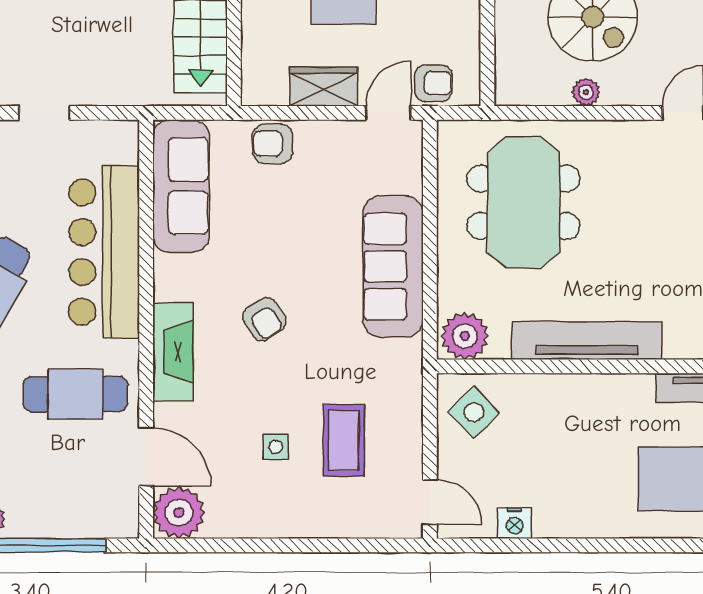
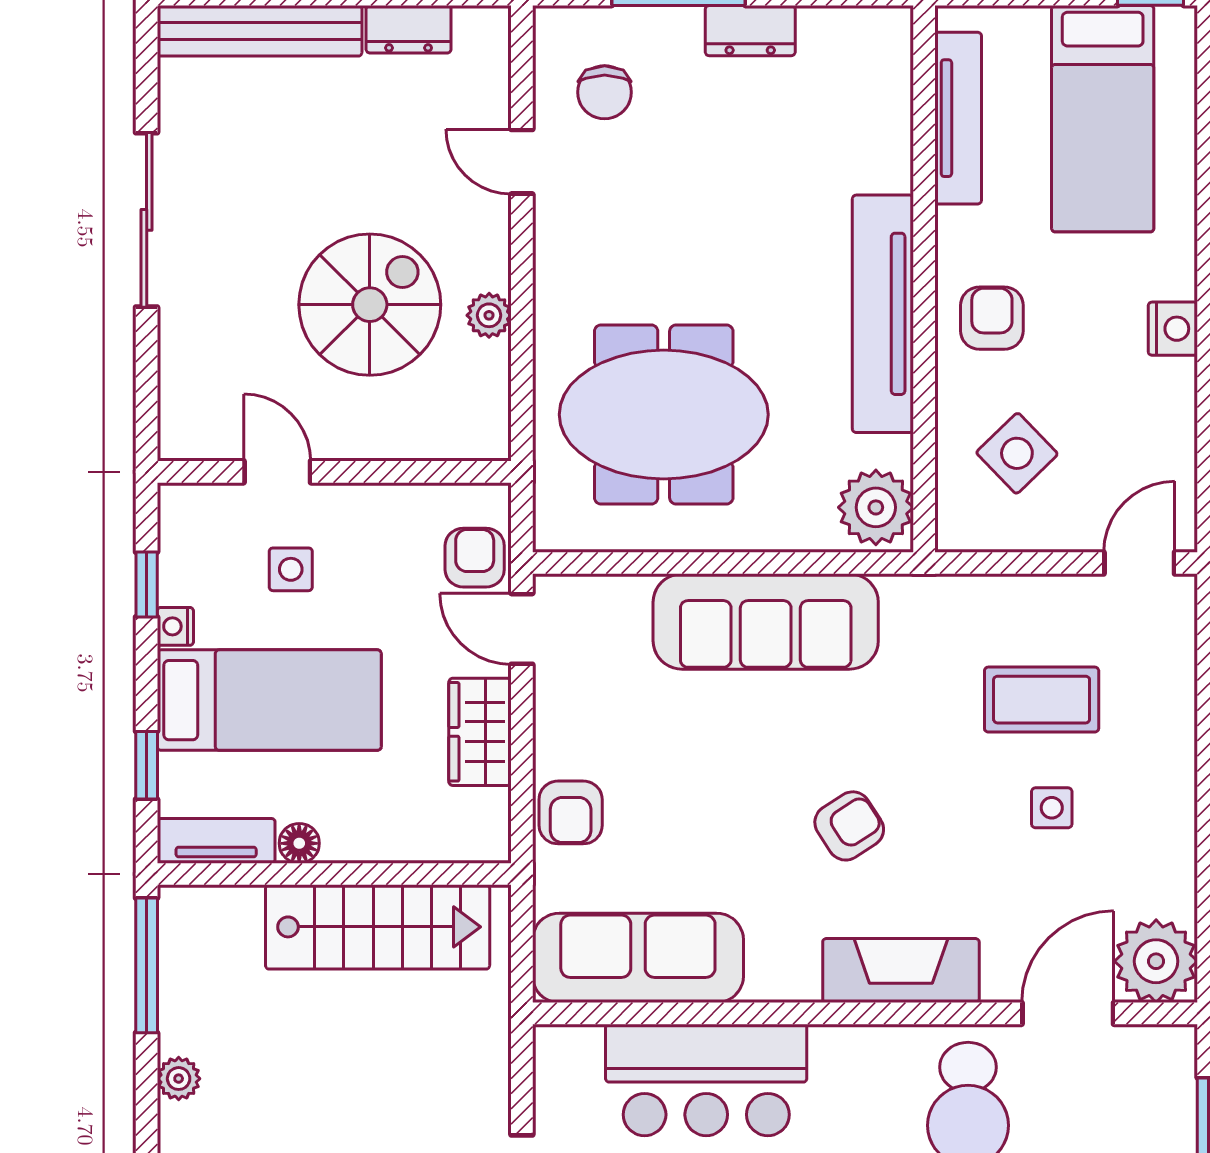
bar counter: (104, 252) -> (706, 1080), width x0.73
armchair: (584, 409) -> (992, 318), added
side table: (474, 412) -> (1017, 453), moved
nightstand: (515, 523) -> (1173, 329), moved

